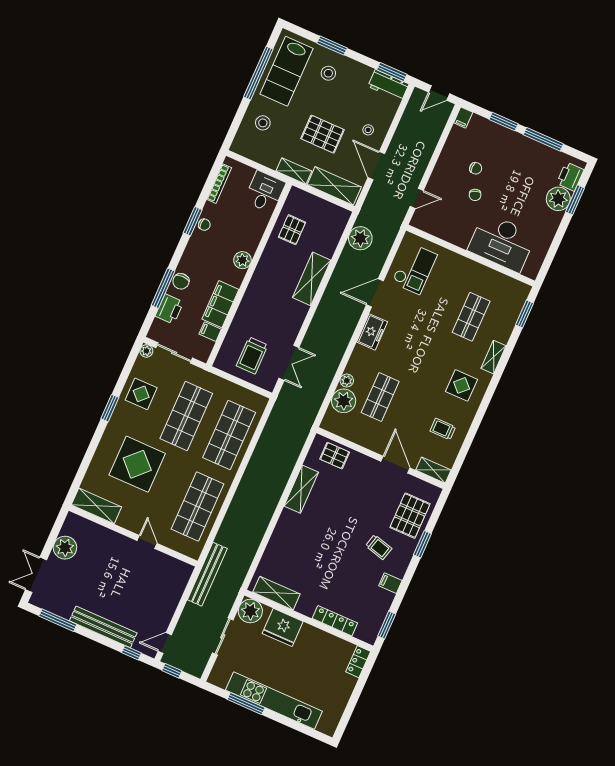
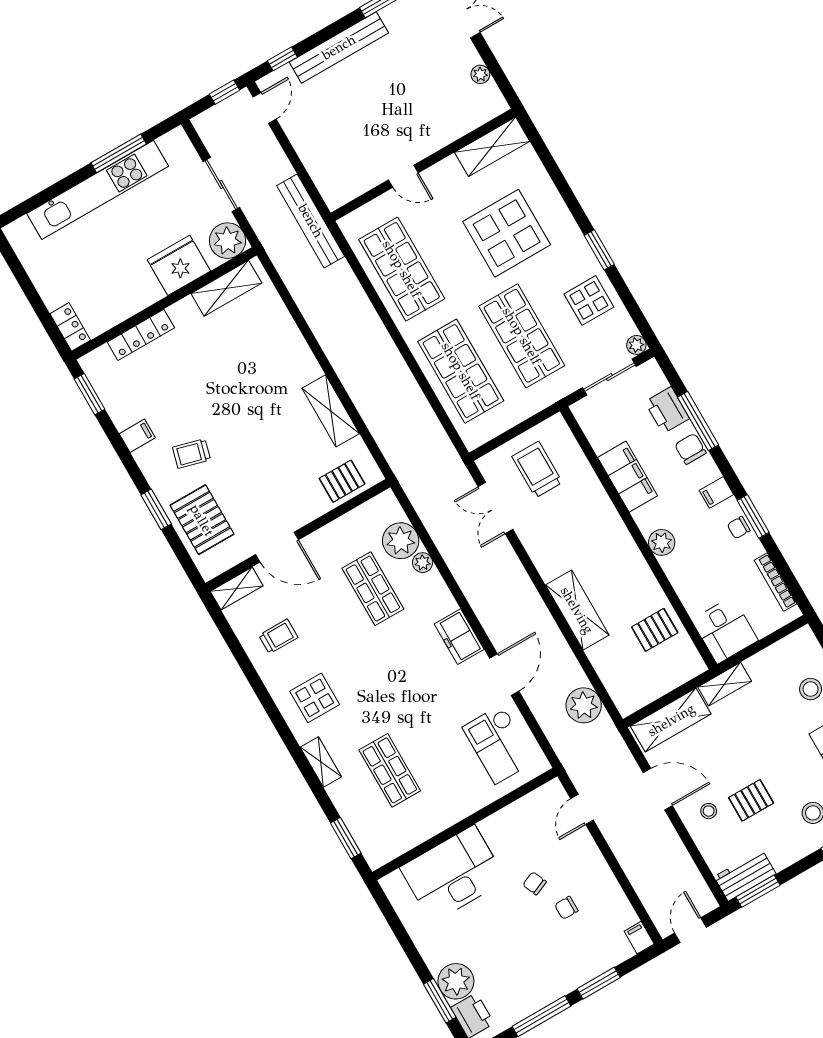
pallet: (322, 134) -> (751, 800), moved, width x0.67, depth x0.71
pallet: (292, 230) -> (655, 630), turned 90
filing cabinet: (210, 332) -> (716, 492), moved, turned 180
plant: (65, 548) -> (480, 74), width x0.53, depth x0.53

